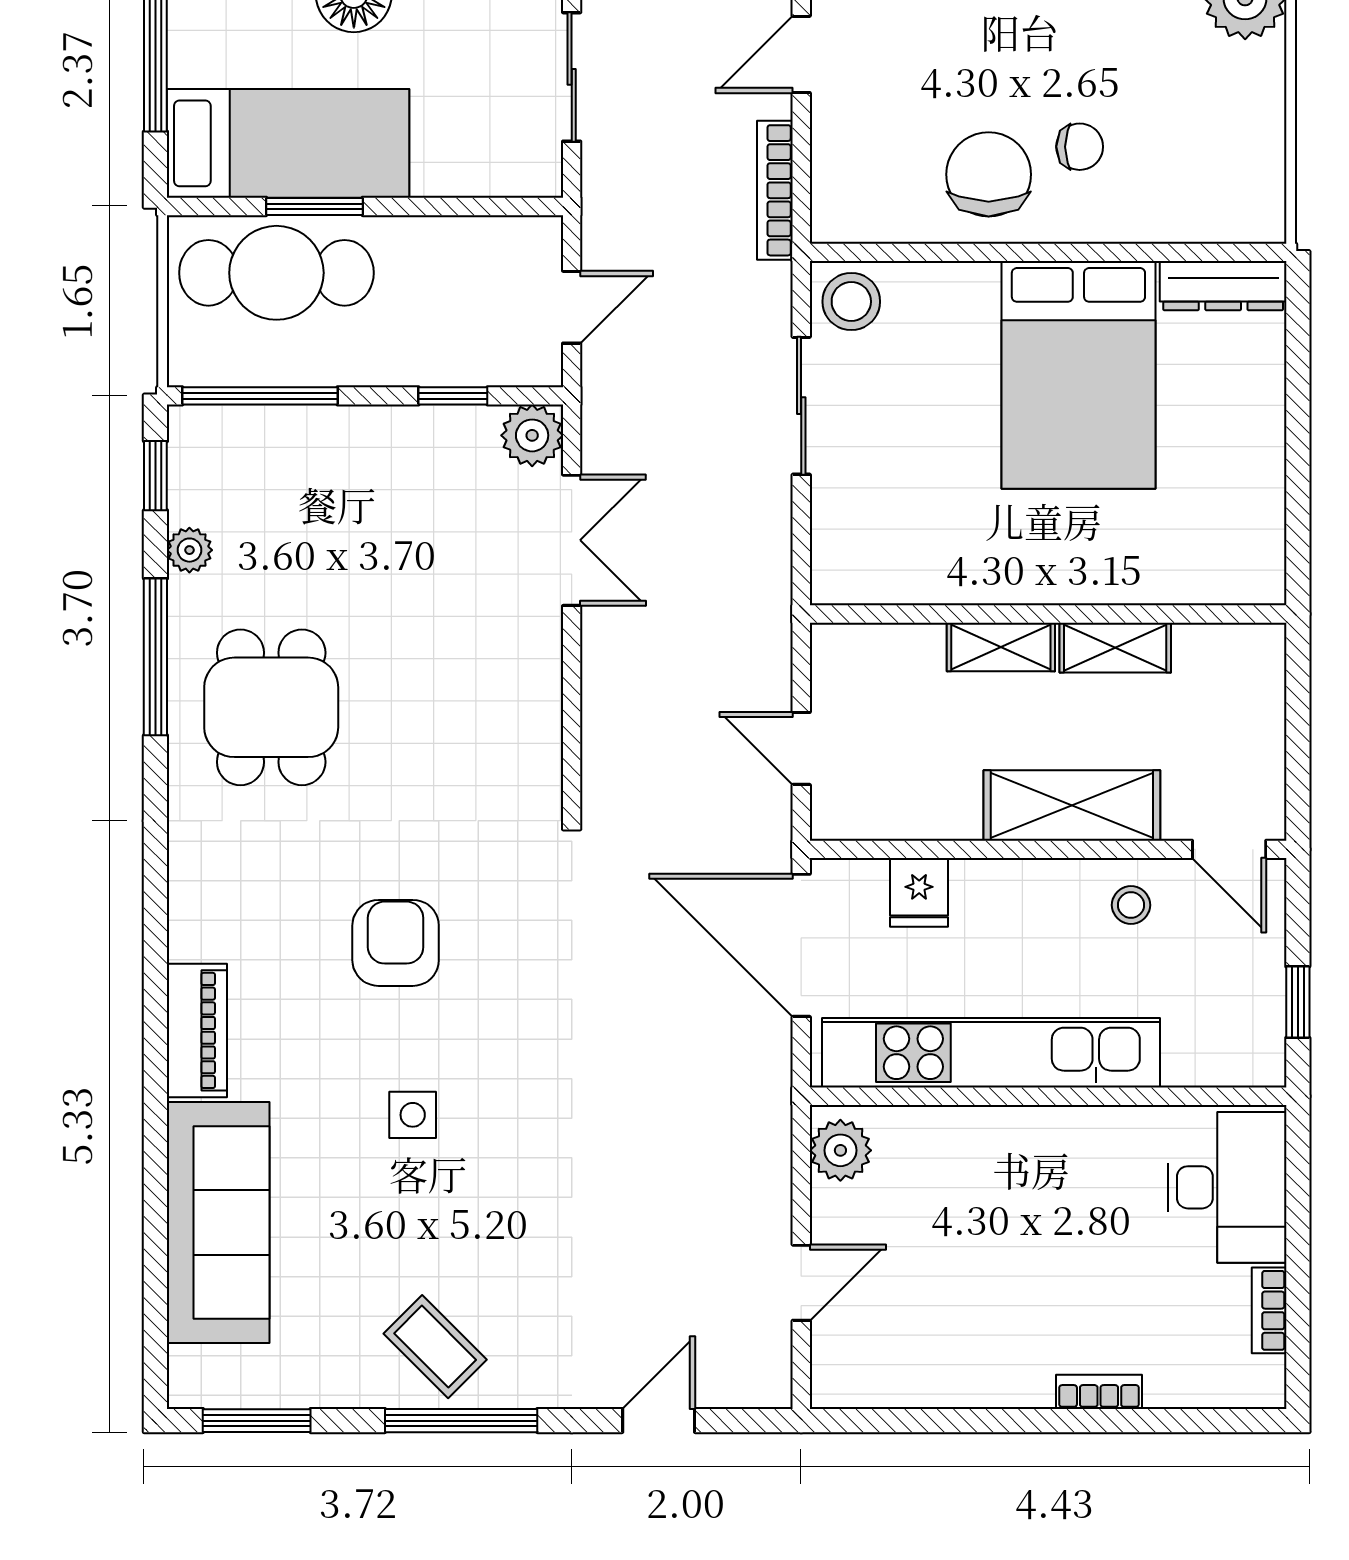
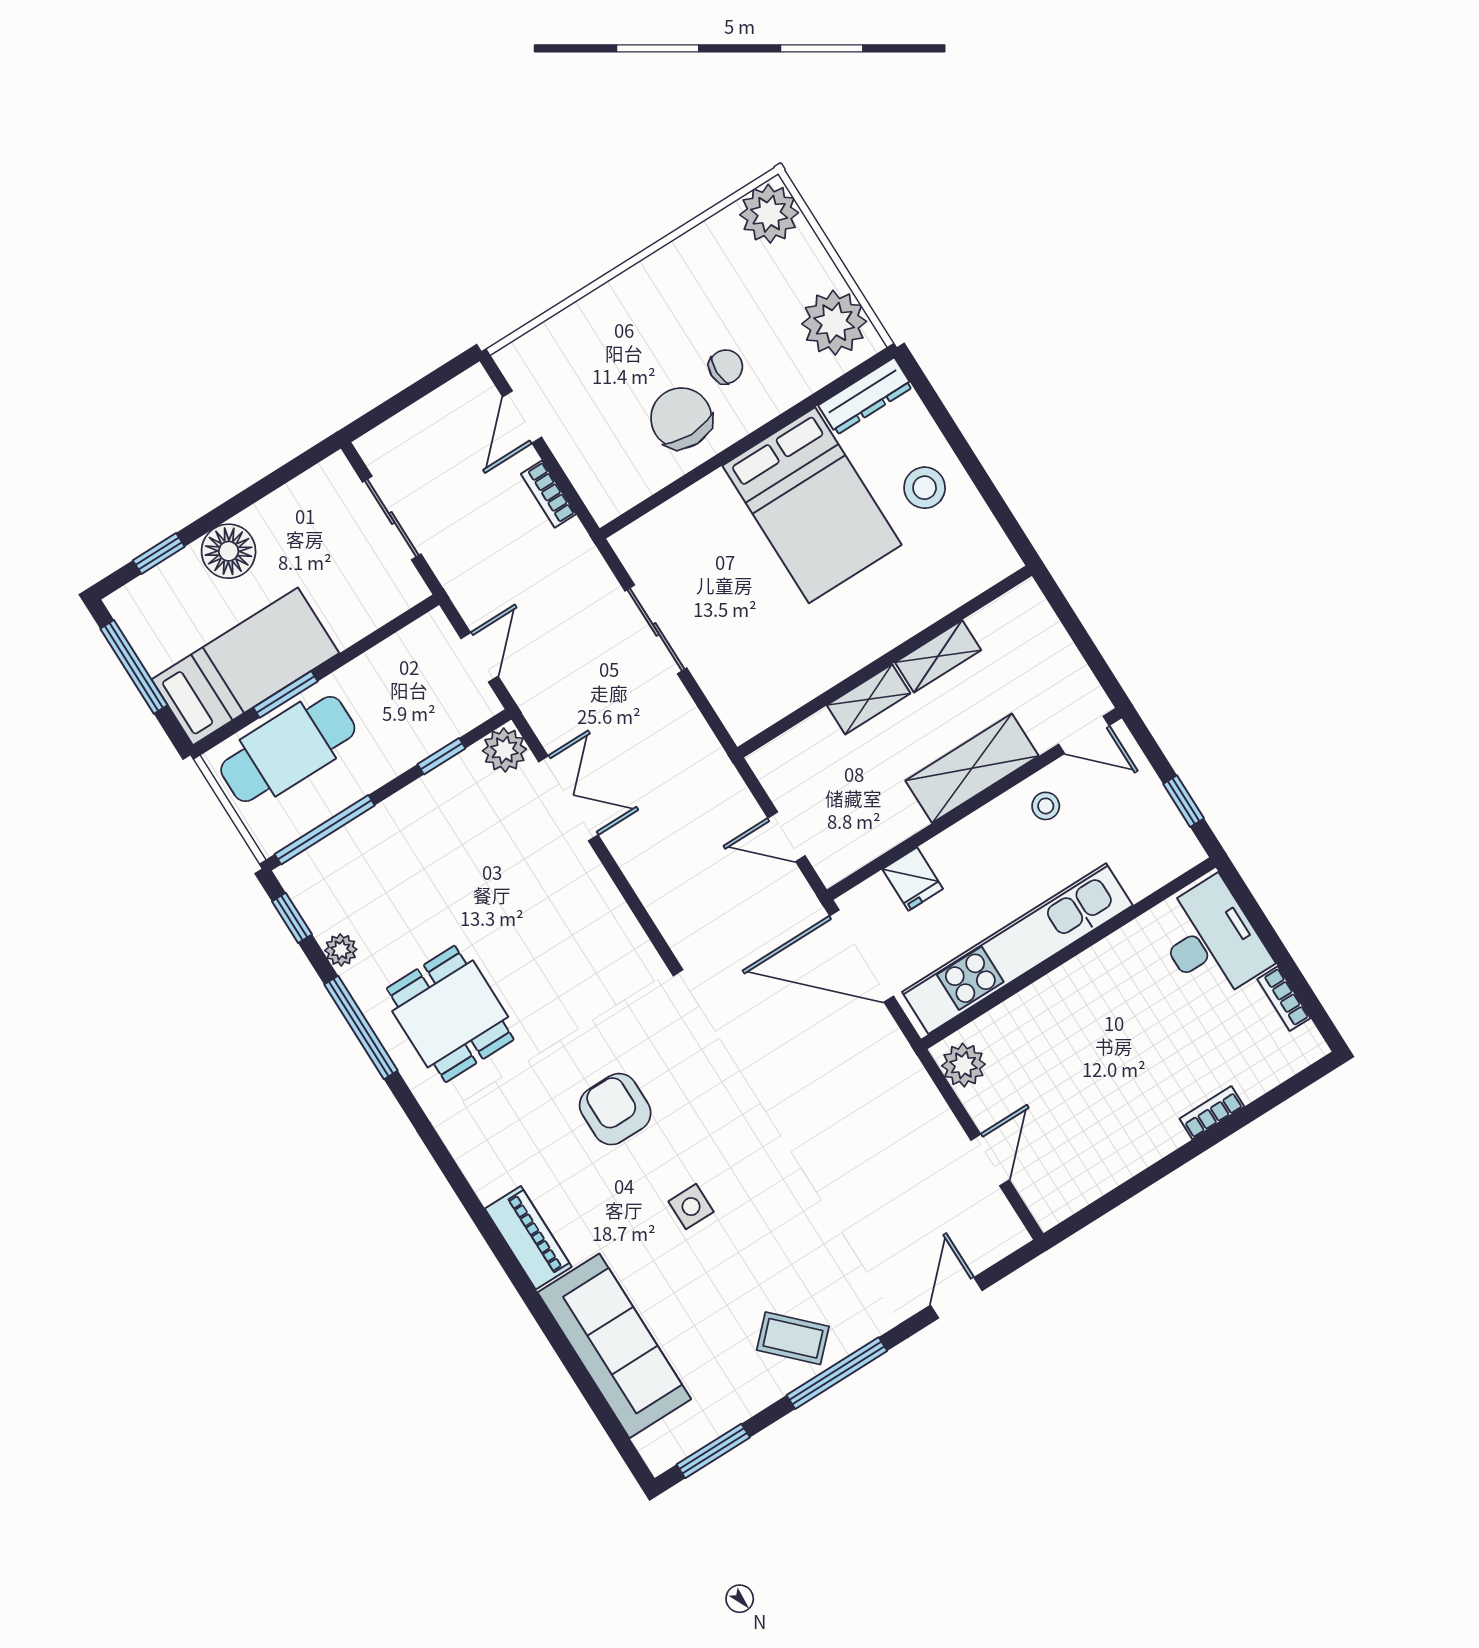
plant: (1241, 175) -> (834, 323), added
bookcase: (775, 190) -> (548, 494), width x0.64
stool: (851, 302) -> (925, 488), moved

